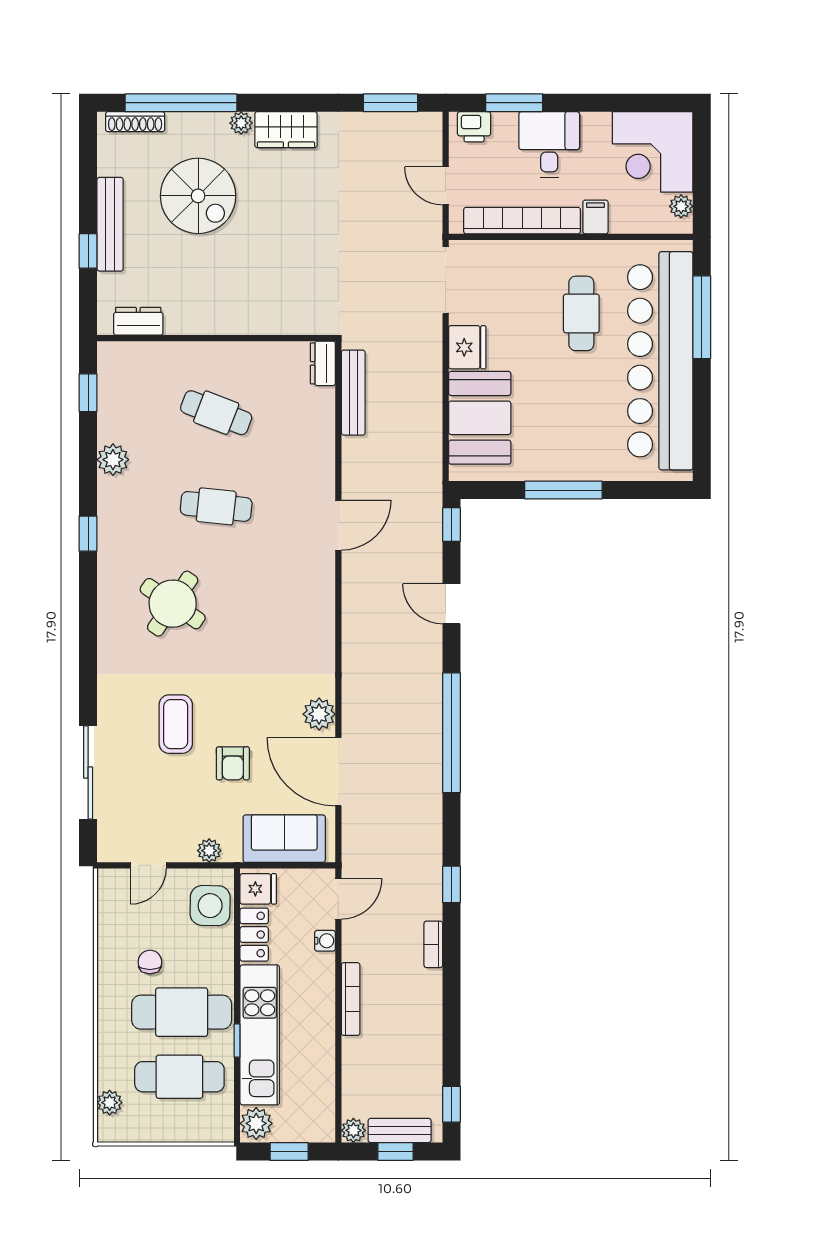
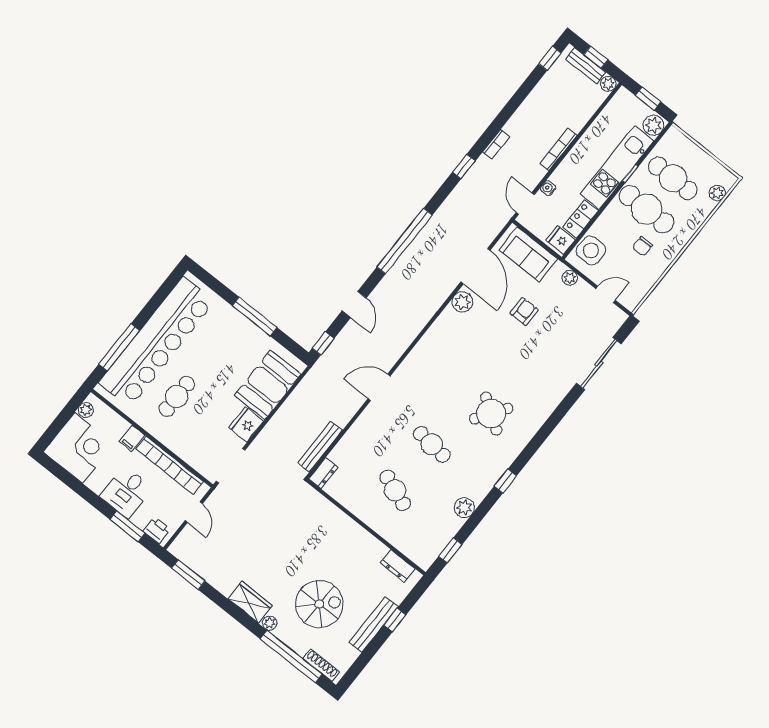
spiral stairs: (198, 196) -> (319, 604), turned 90
coffee table: (176, 724) -> (537, 353), removed
door: (338, 899) -> (525, 204), hinge flipped

